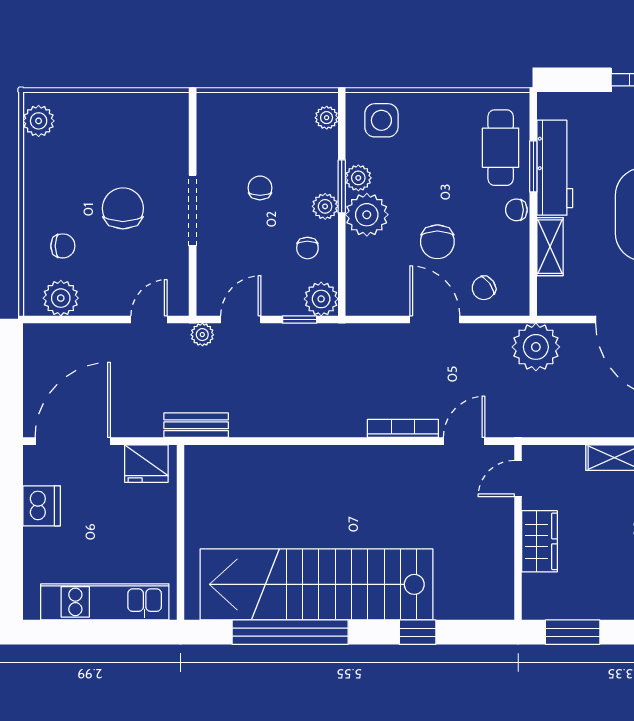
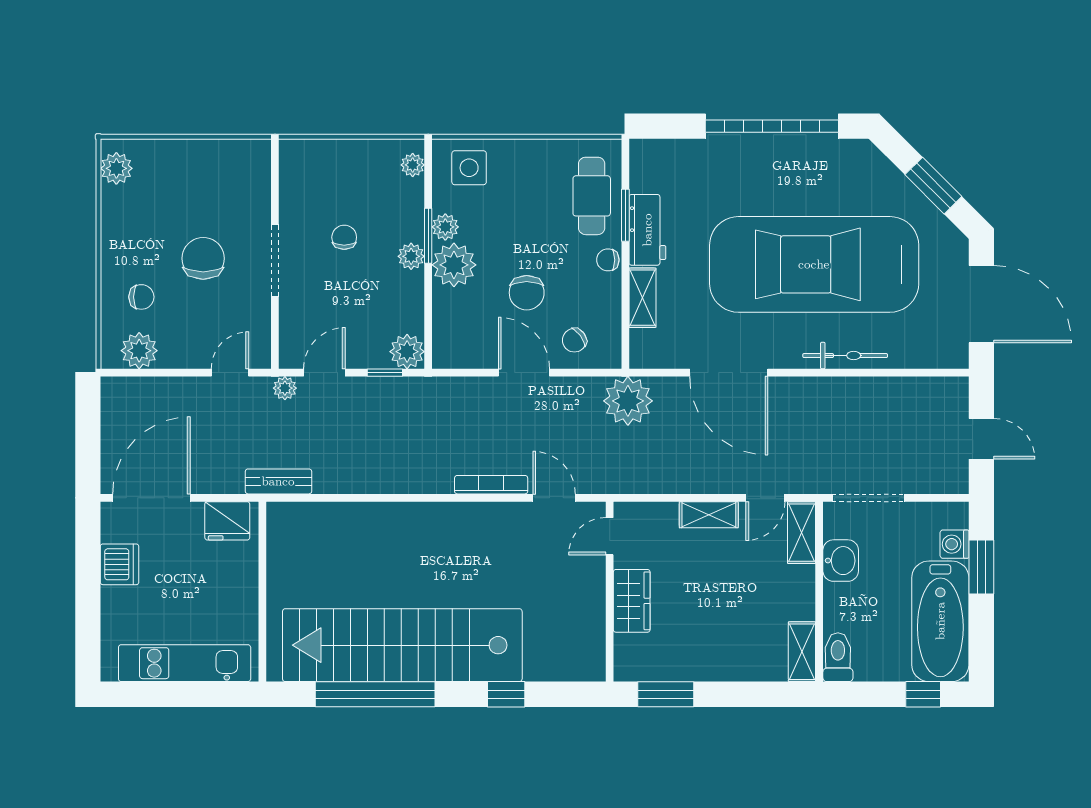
workbench: (555, 168) -> (647, 230), width x0.73
chair: (307, 248) -> (393, 299), removed
door: (464, 441) -> (554, 498), hinge flipped

